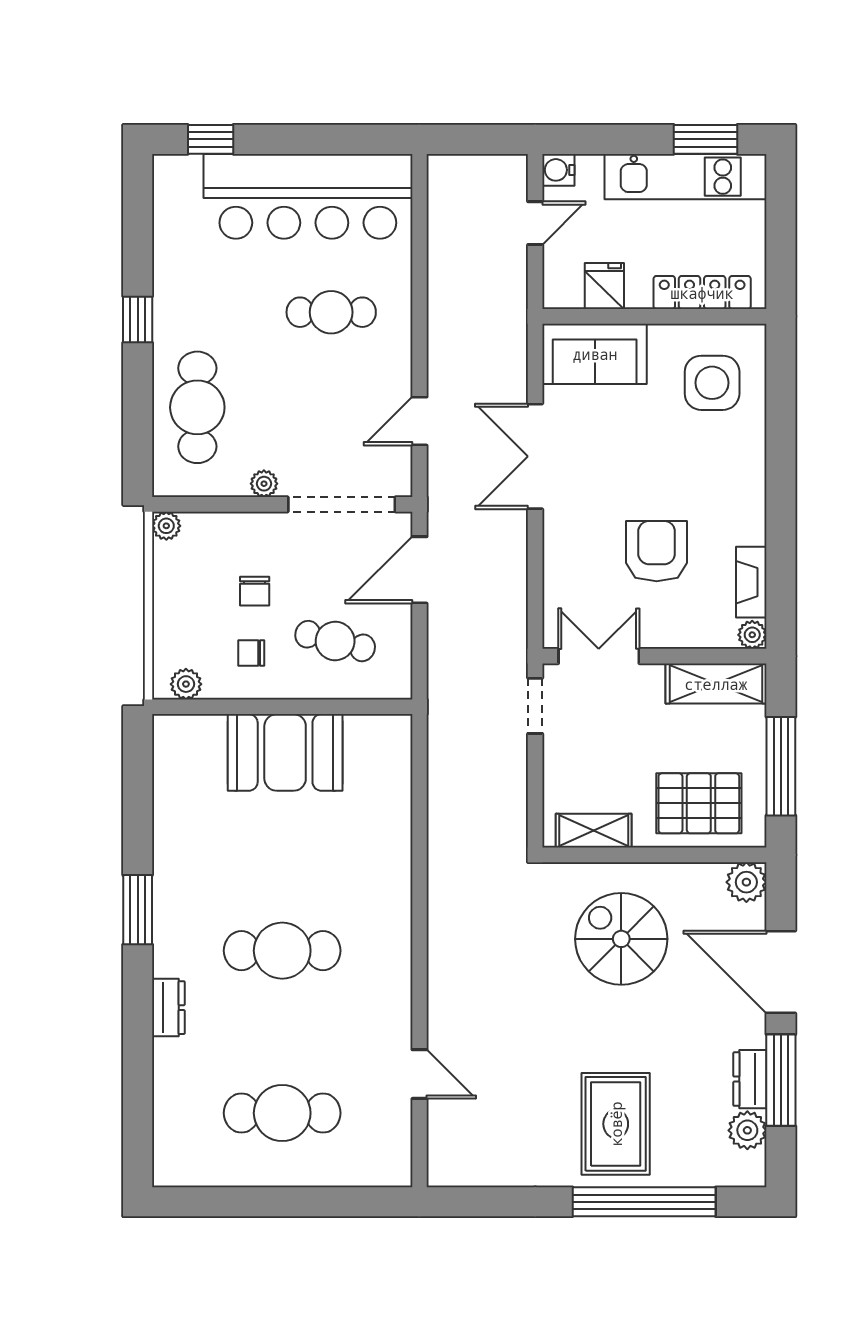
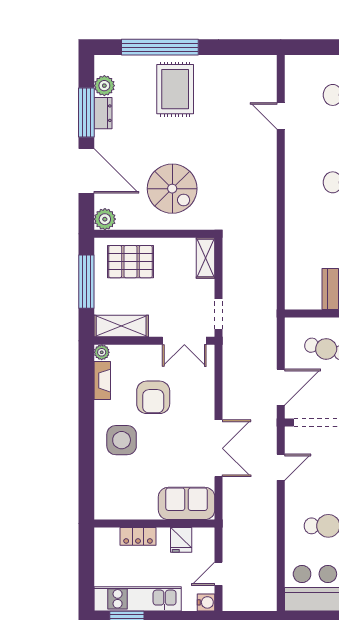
locker: (702, 293) -> (138, 536), width x0.66
side table: (712, 383) -> (122, 440), moved
shelving: (594, 831) -> (205, 258), moved, turned 90

